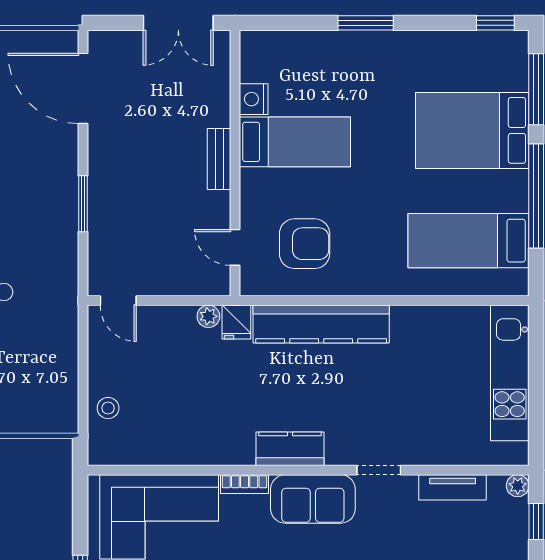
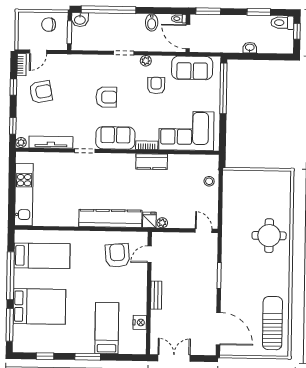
window: (495, 23) -> (45, 356), moved
bed: (295, 142) -> (107, 328), moved, turned 90
armchair: (305, 244) -> (117, 256), turned 85
door: (235, 247) -> (149, 254), swing flipped
kitchen counter: (290, 449) -> (152, 162), moved
tv unit: (453, 487) -> (51, 142), width x1.41

